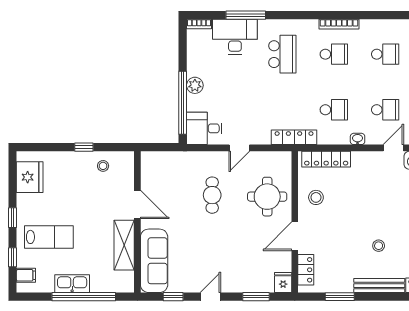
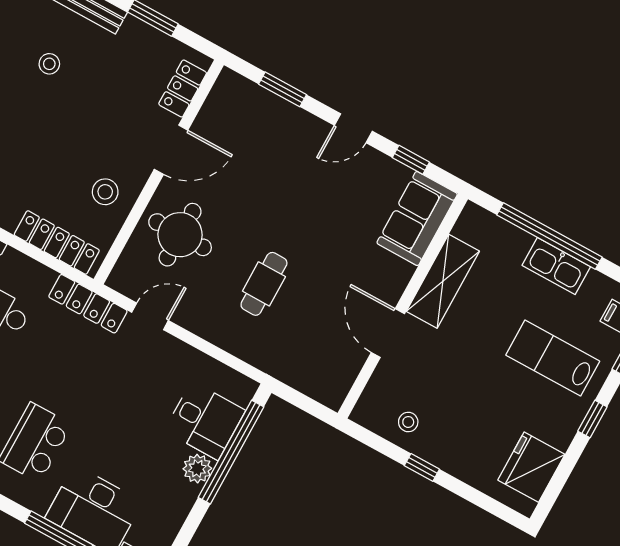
desk: (204, 128) -> (205, 421), moved
door: (239, 148) -> (150, 316), moved
sofa: (154, 261) -> (417, 219), width x0.73
fridge: (283, 282) -> (229, 88), removed

